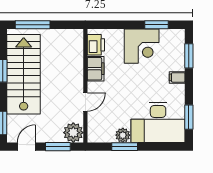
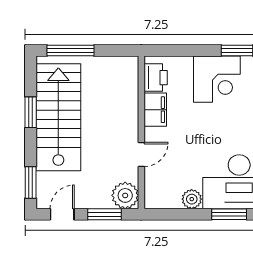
window: (125, 147) -> (229, 214), moved

